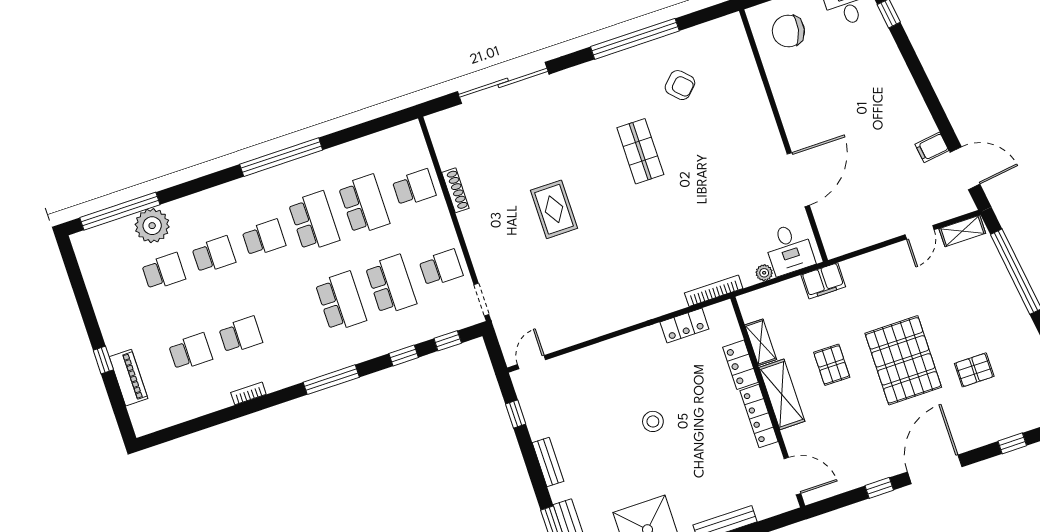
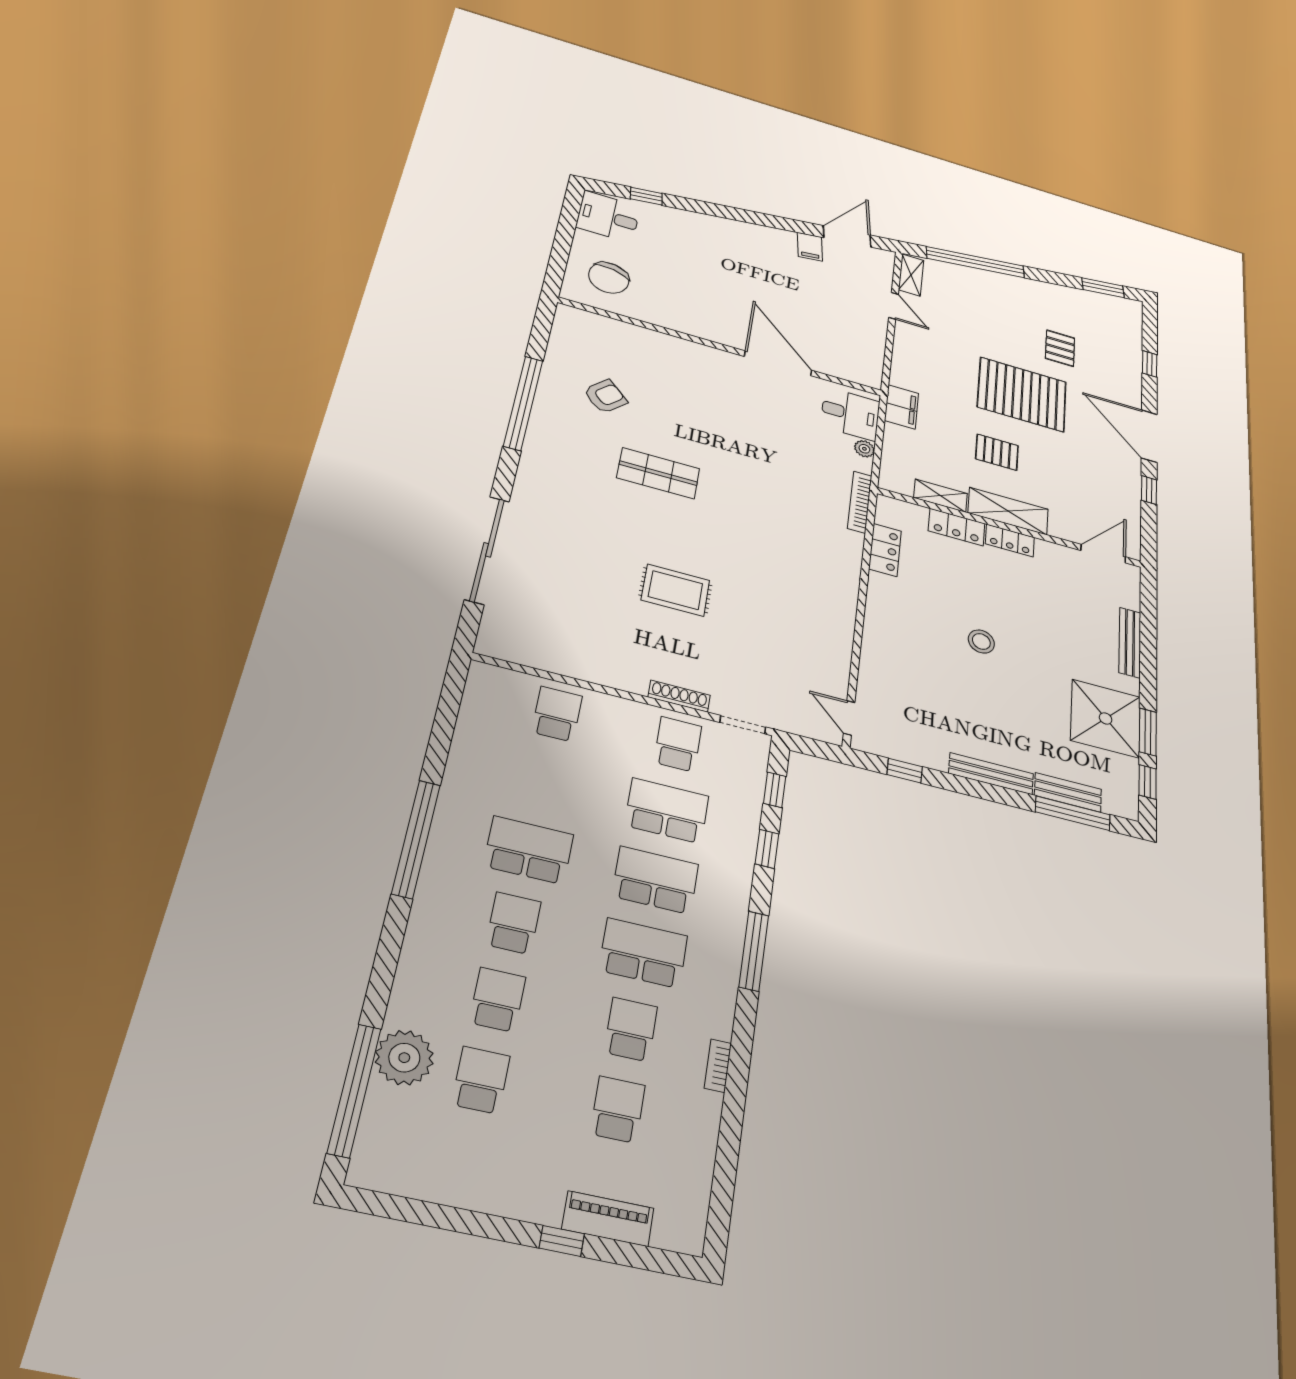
shoe rack: (455, 190) -> (679, 696), moved
school desk: (364, 204) -> (643, 953), moved
locker: (759, 416) -> (1010, 540), width x0.66
bench: (548, 462) -> (991, 774), width x1.36

